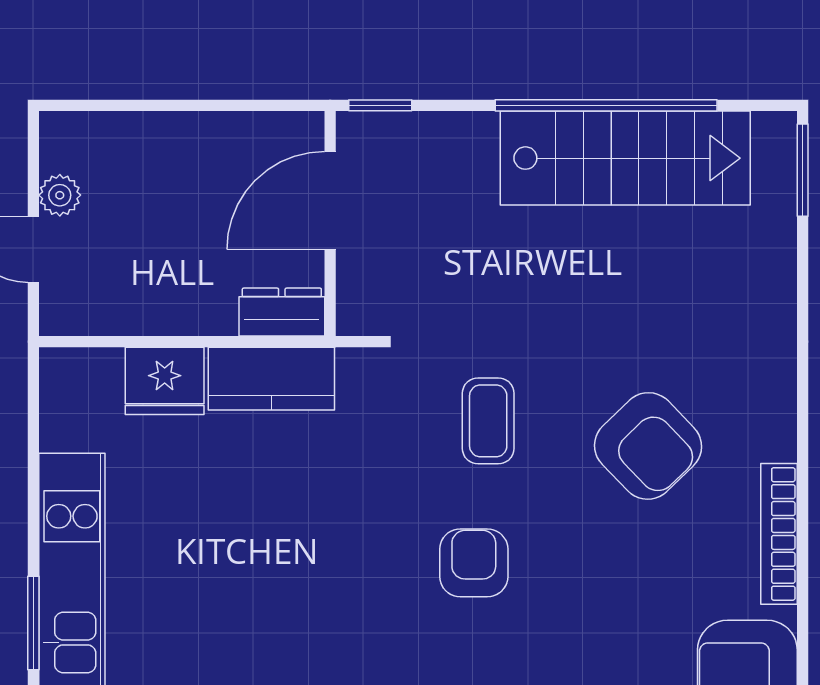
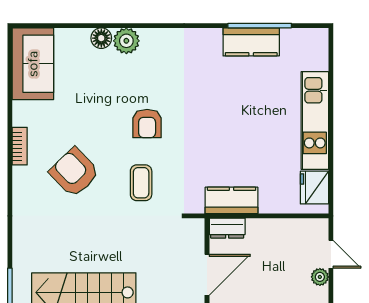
fridge: (165, 381) -> (314, 188), moved, turned -90
bookcase: (779, 534) -> (20, 146), width x0.64
window: (33, 623) -> (331, 98), removed

